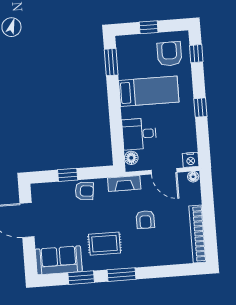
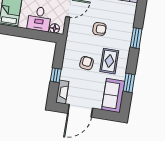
fireplace: (124, 183) -> (62, 92), moved
armchair: (84, 191) -> (87, 63), moved
window: (122, 275) -> (136, 38), moved

